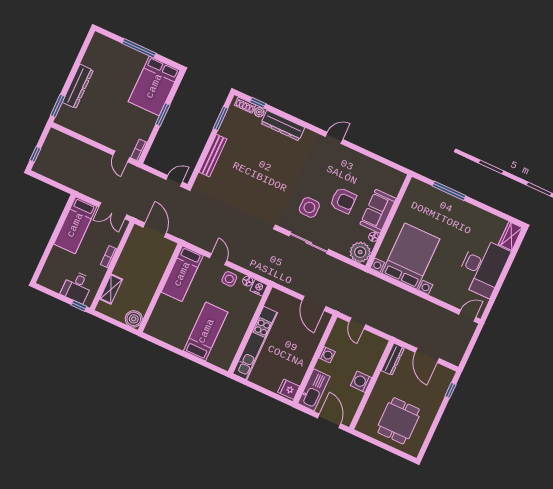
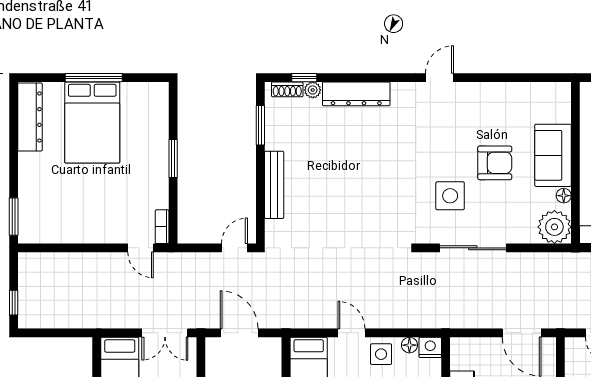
dresser: (78, 86) -> (30, 117), moved
bed: (154, 86) -> (92, 122), moved

